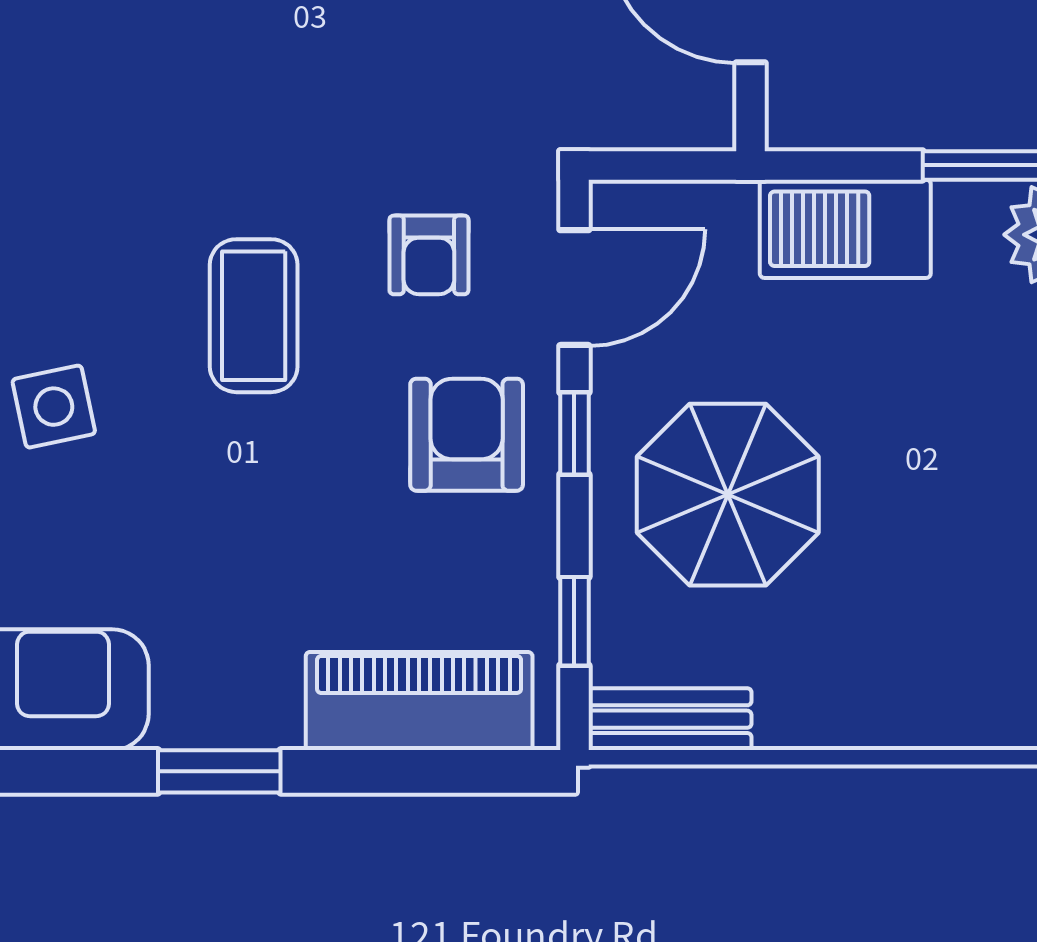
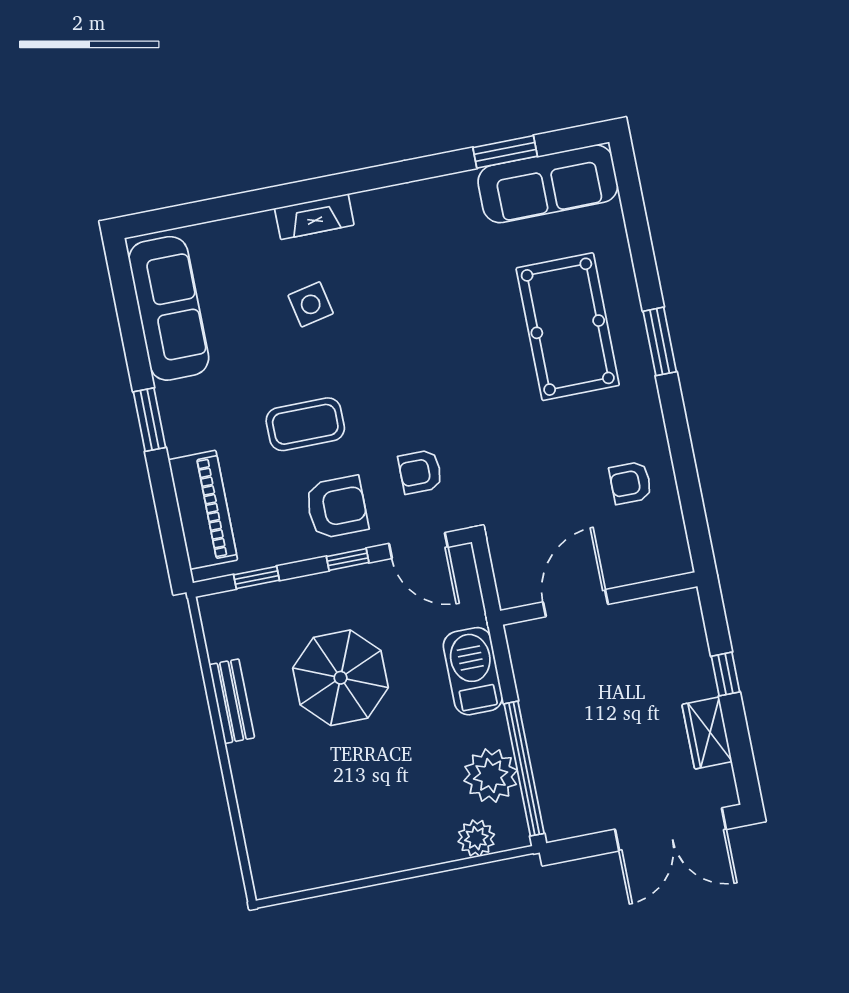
coffee table: (254, 316) -> (305, 424), moved
parasol: (728, 495) -> (341, 678), moved
bench: (670, 719) -> (232, 701), moved

